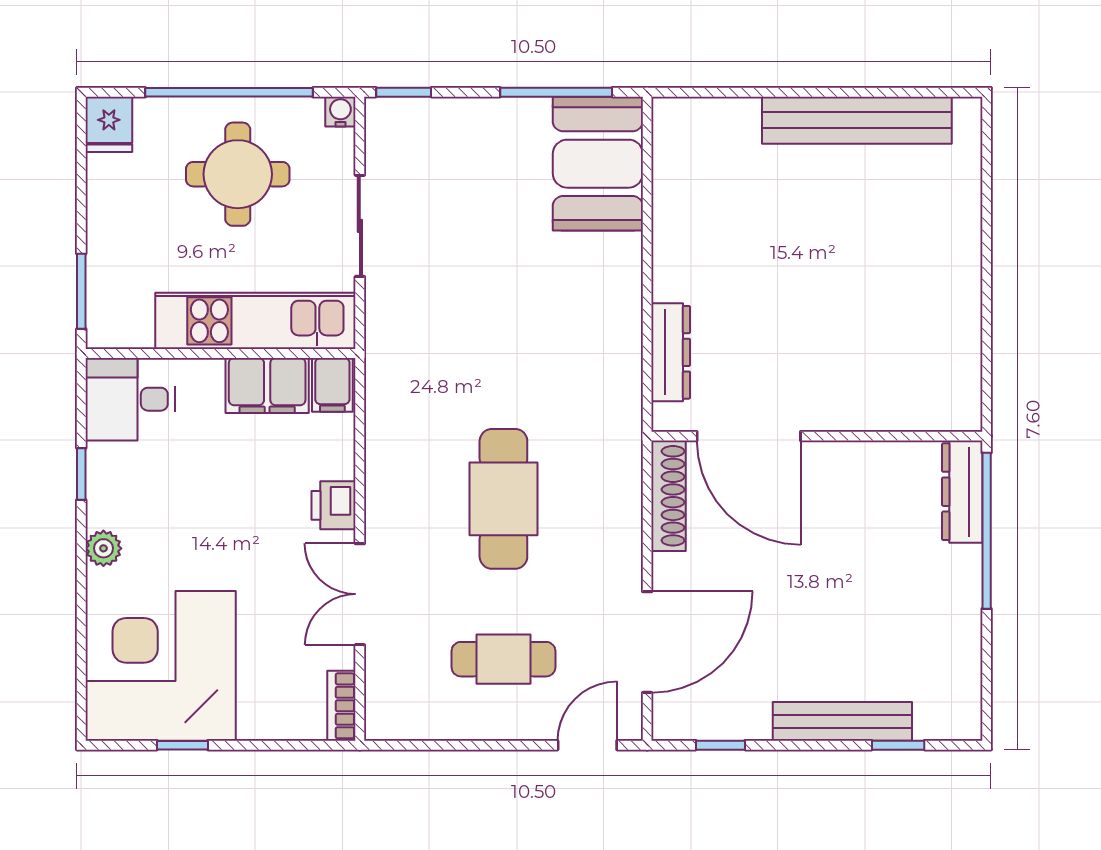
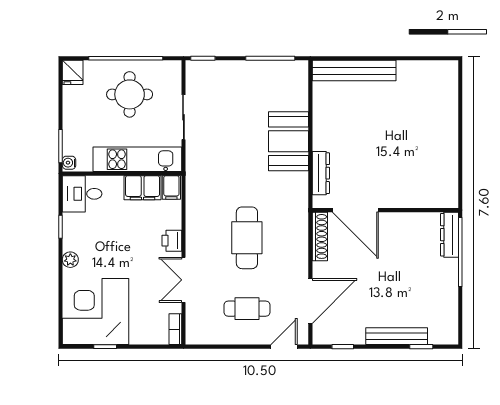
water cooler: (340, 112) -> (69, 163), moved, turned -90
bench: (857, 120) -> (354, 71), moved
booth: (598, 164) -> (289, 141), moved

